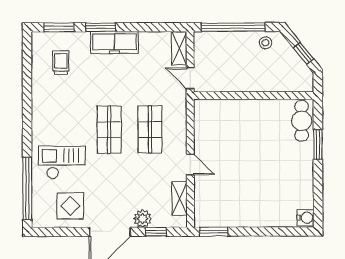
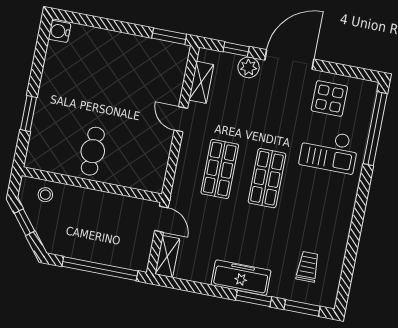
stool: (265, 43) -> (45, 195), moved
trolley: (61, 62) -> (308, 267), turned 180
cafe table: (302, 121) -> (93, 151), moved

